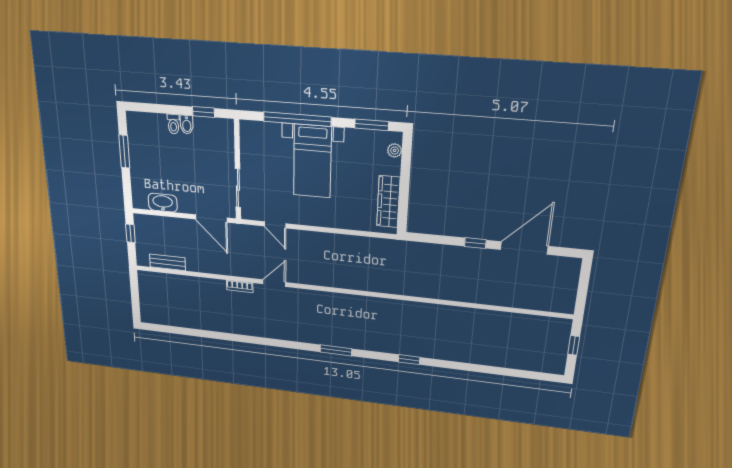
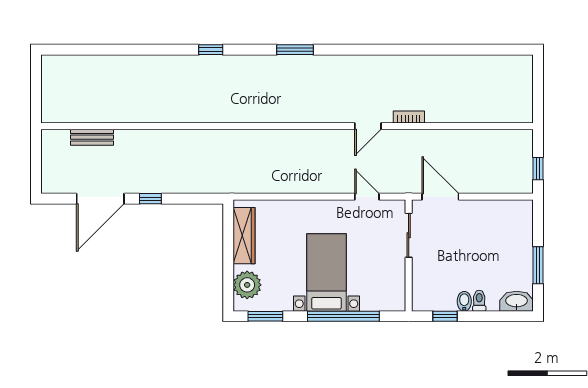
plant: (395, 150) -> (247, 285), width x1.88, depth x1.88
washbasin: (163, 203) -> (517, 301), moved, turned 180
bench: (167, 262) -> (92, 137), moved
window: (574, 345) -> (36, 92), removed

